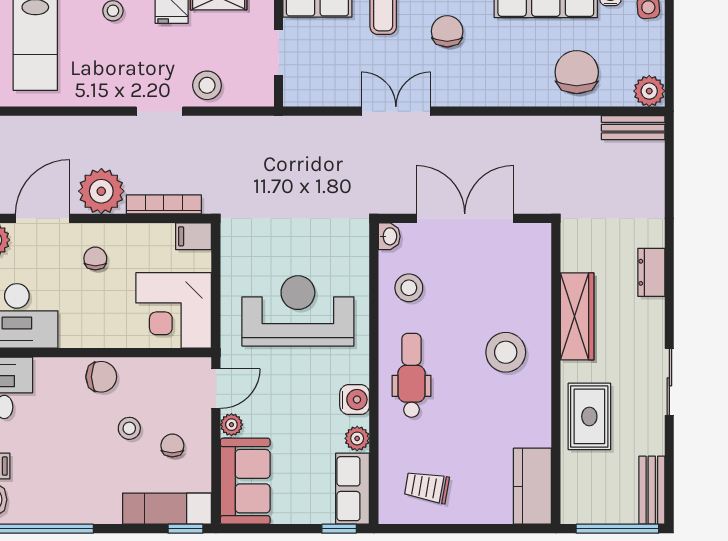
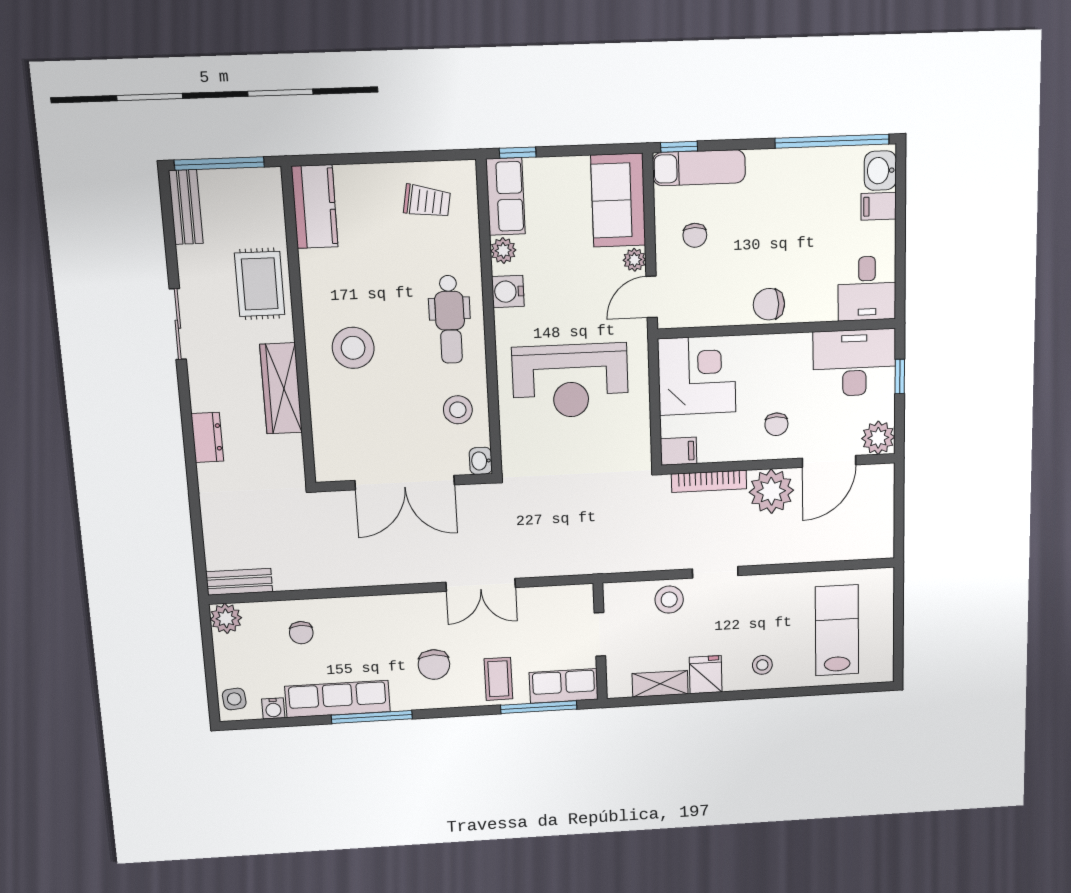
chair: (577, 72) -> (301, 633), width x0.54, depth x0.54
stool: (129, 428) -> (739, 252), removed

